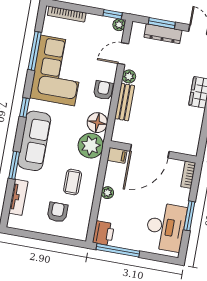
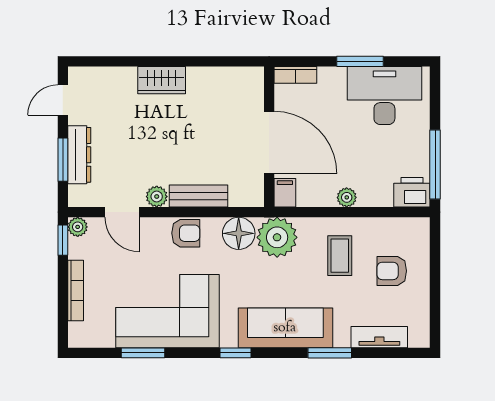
bookcase: (67, 14) -> (76, 291), moved
window: (35, 51) -> (143, 353), width x0.69
armchair: (103, 90) -> (186, 233), turned 180
coffee table: (73, 182) -> (340, 256), turned 90

